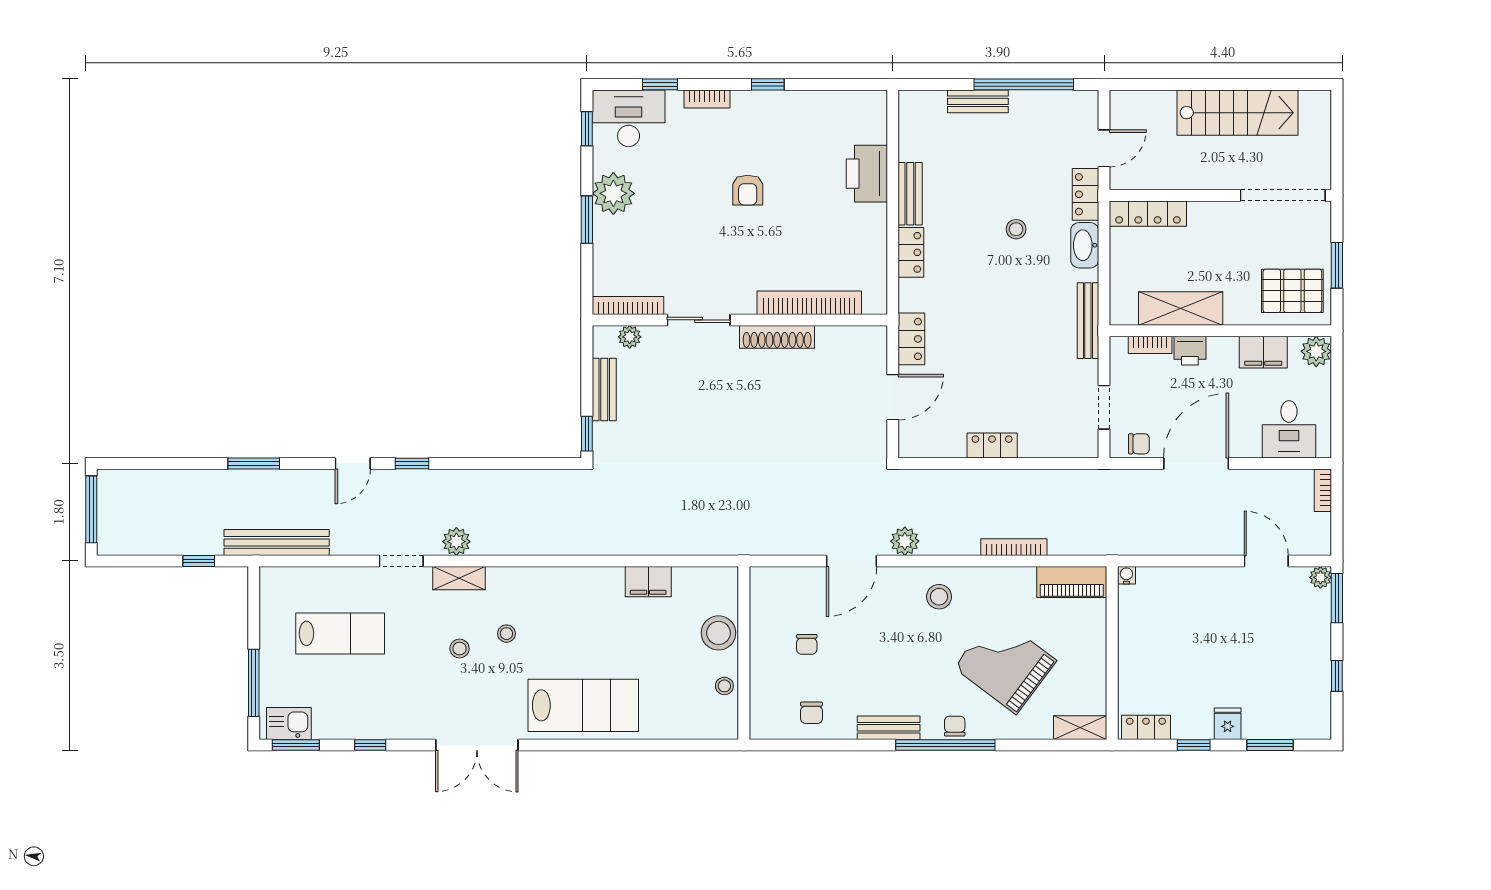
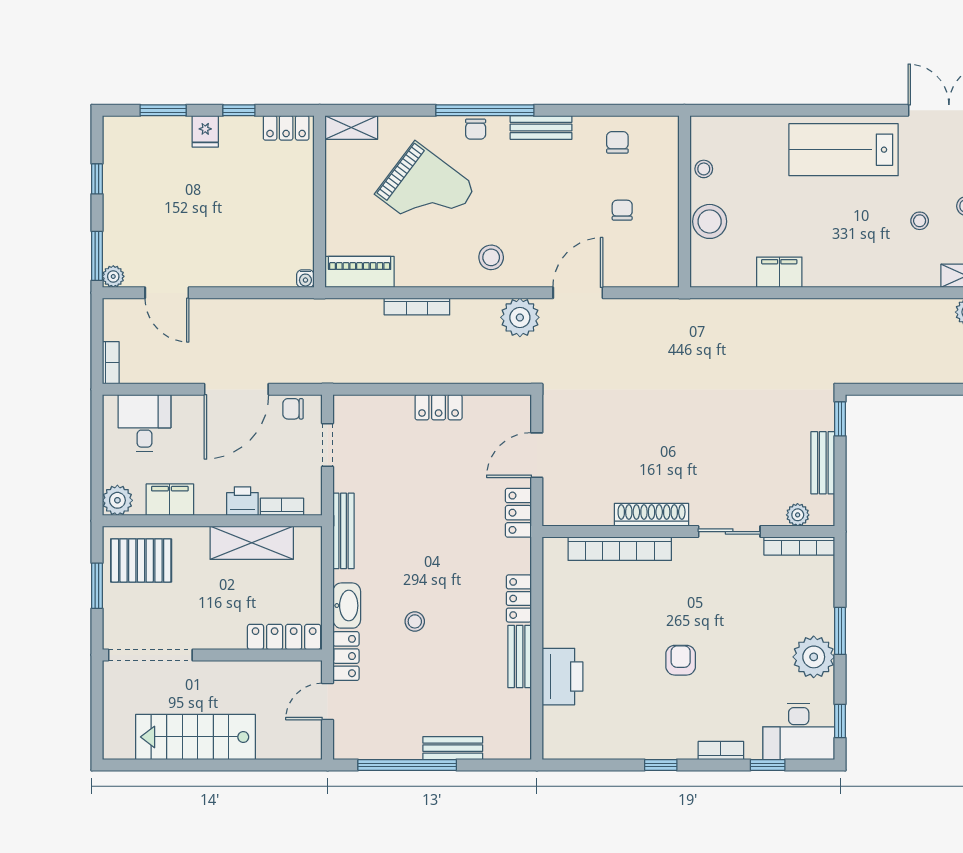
plant: (905, 541) -> (520, 317), width x1.36, depth x1.36

